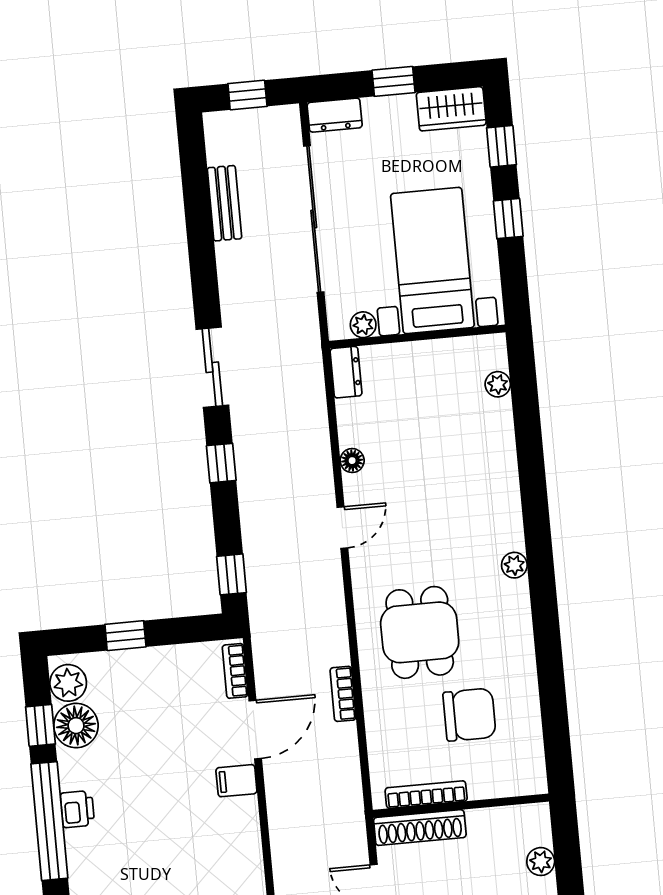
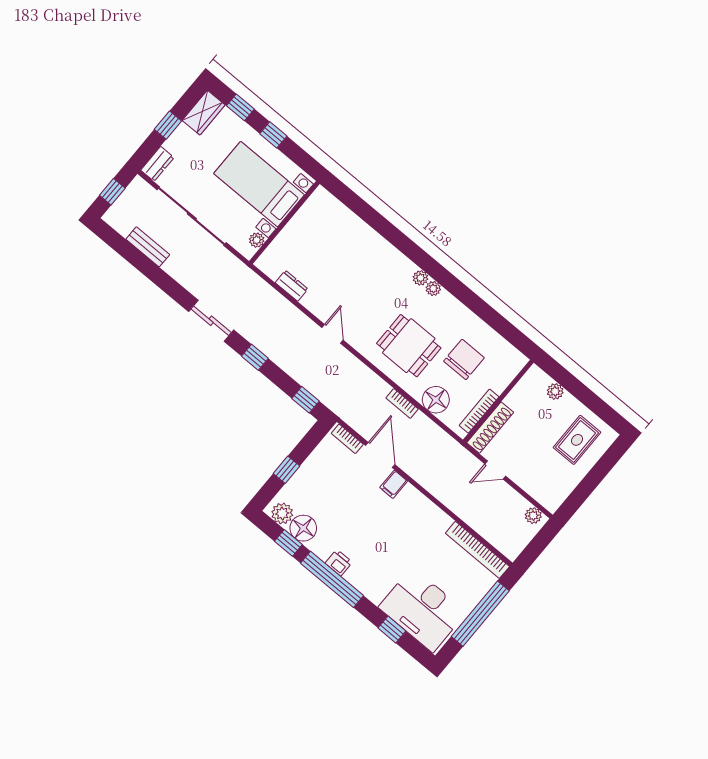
dresser: (346, 372) -> (292, 286), moved
plant: (498, 384) -> (433, 288), moved
floor lamp: (352, 461) -> (436, 400), moved, width x1.89, depth x1.89

